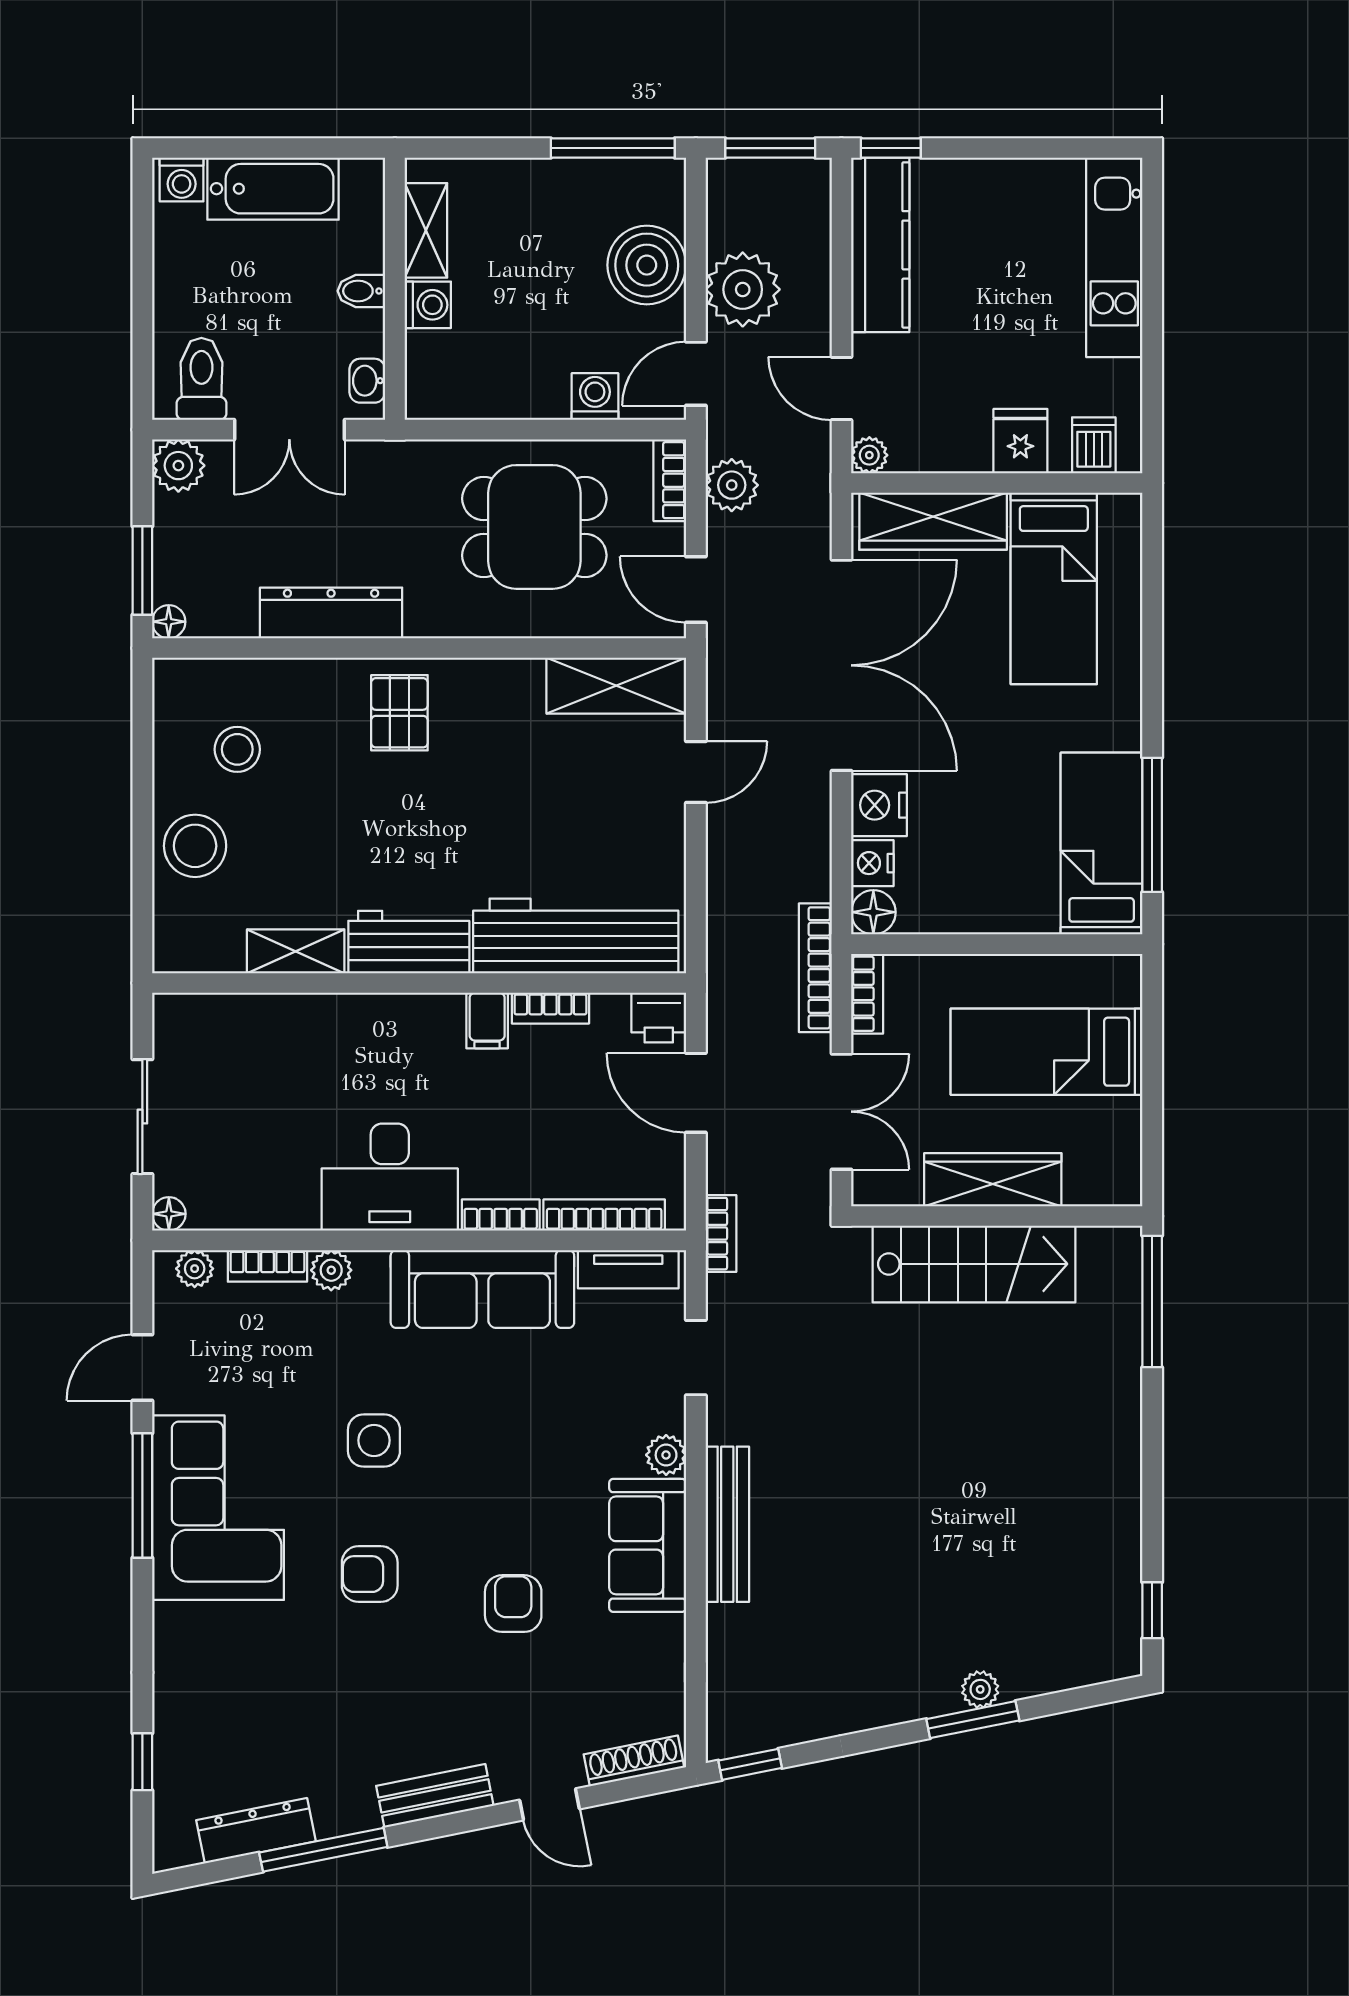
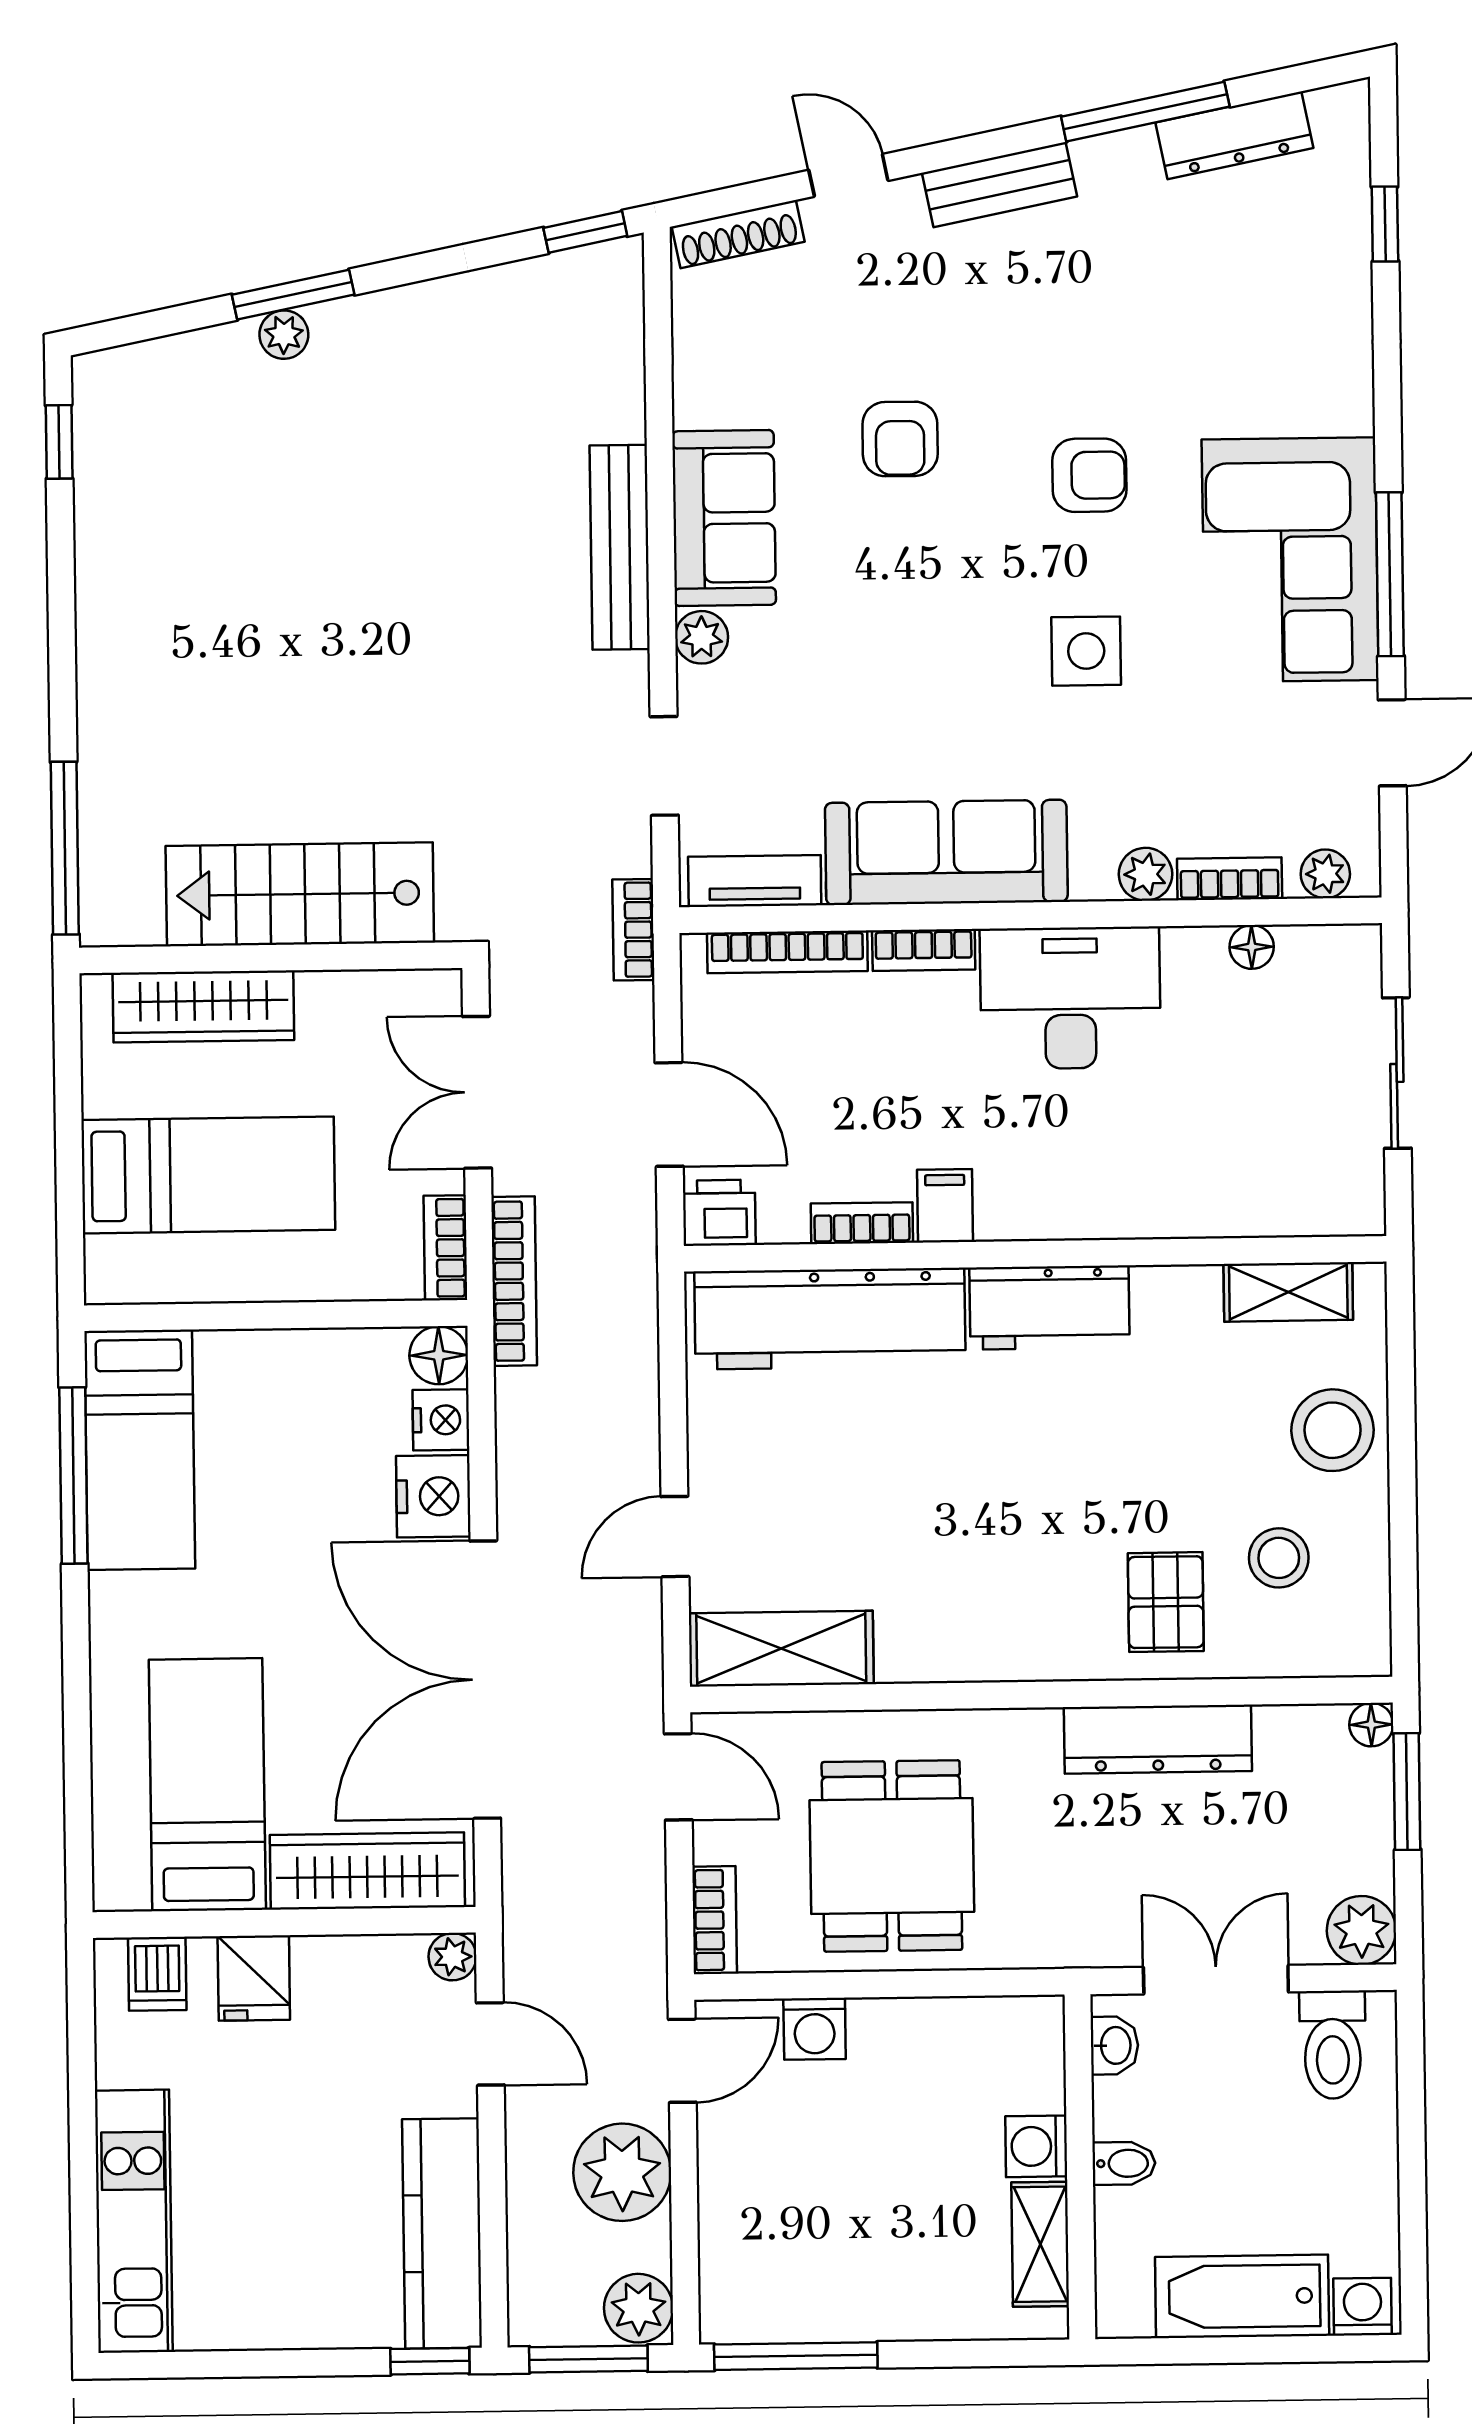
boiler: (647, 265) -> (749, 2203), removed
plant: (732, 485) -> (638, 2308), moved
dining table: (534, 527) -> (892, 1856), turned 90
pallet: (399, 713) -> (1166, 1602), moved
shelving: (296, 951) -> (1288, 1292), moved
wardrobe: (993, 1180) -> (203, 1006), moved
floor lamp: (169, 1214) -> (1252, 947), moved

